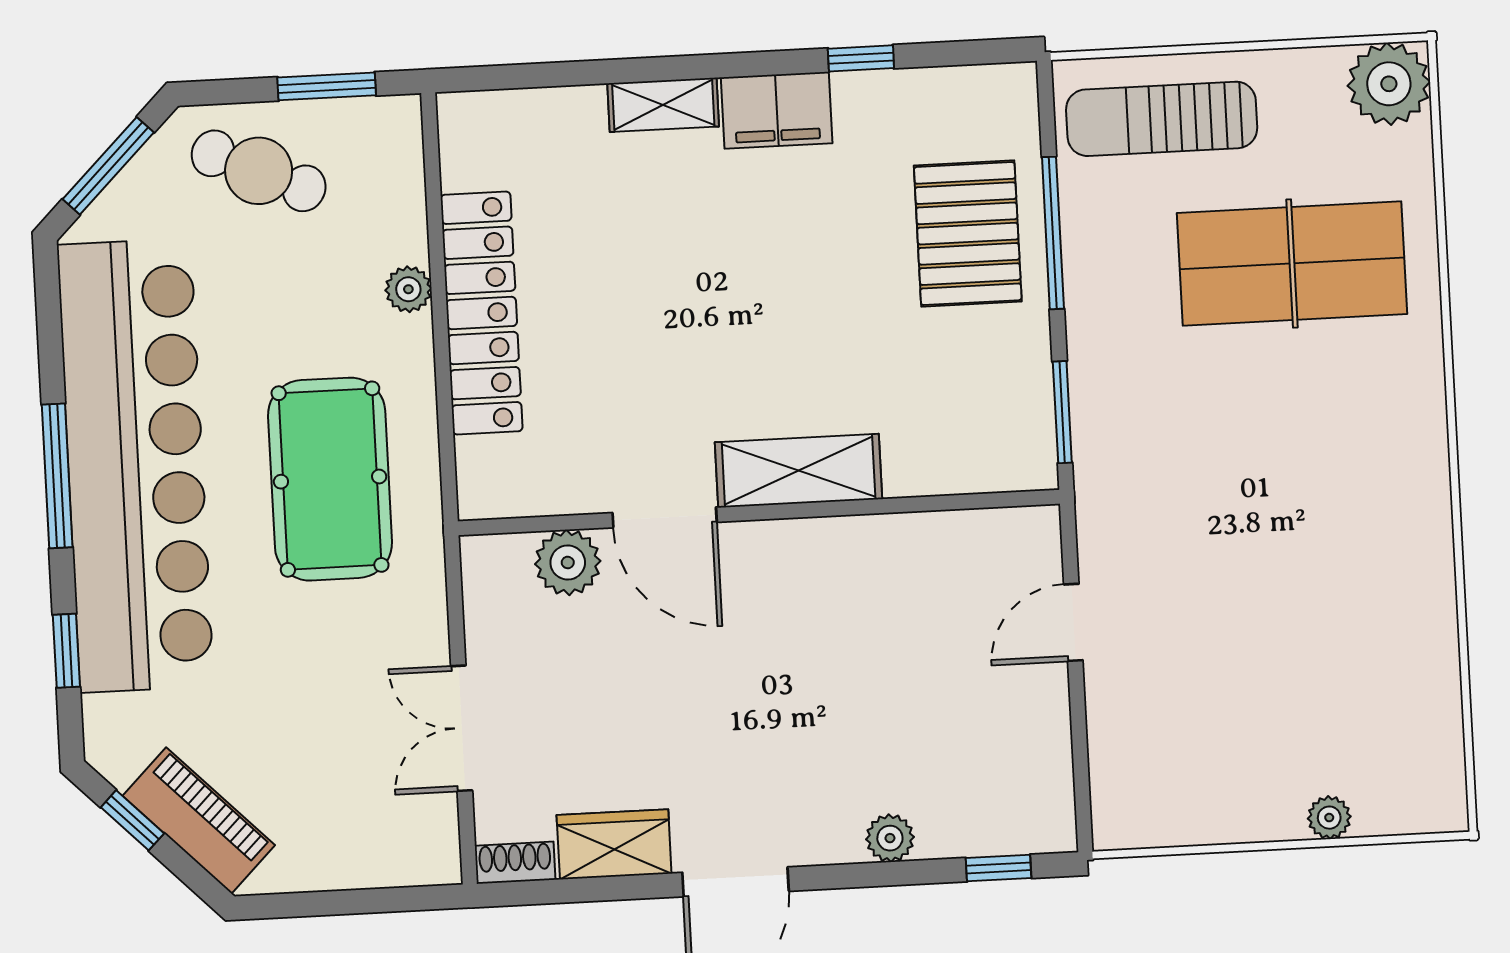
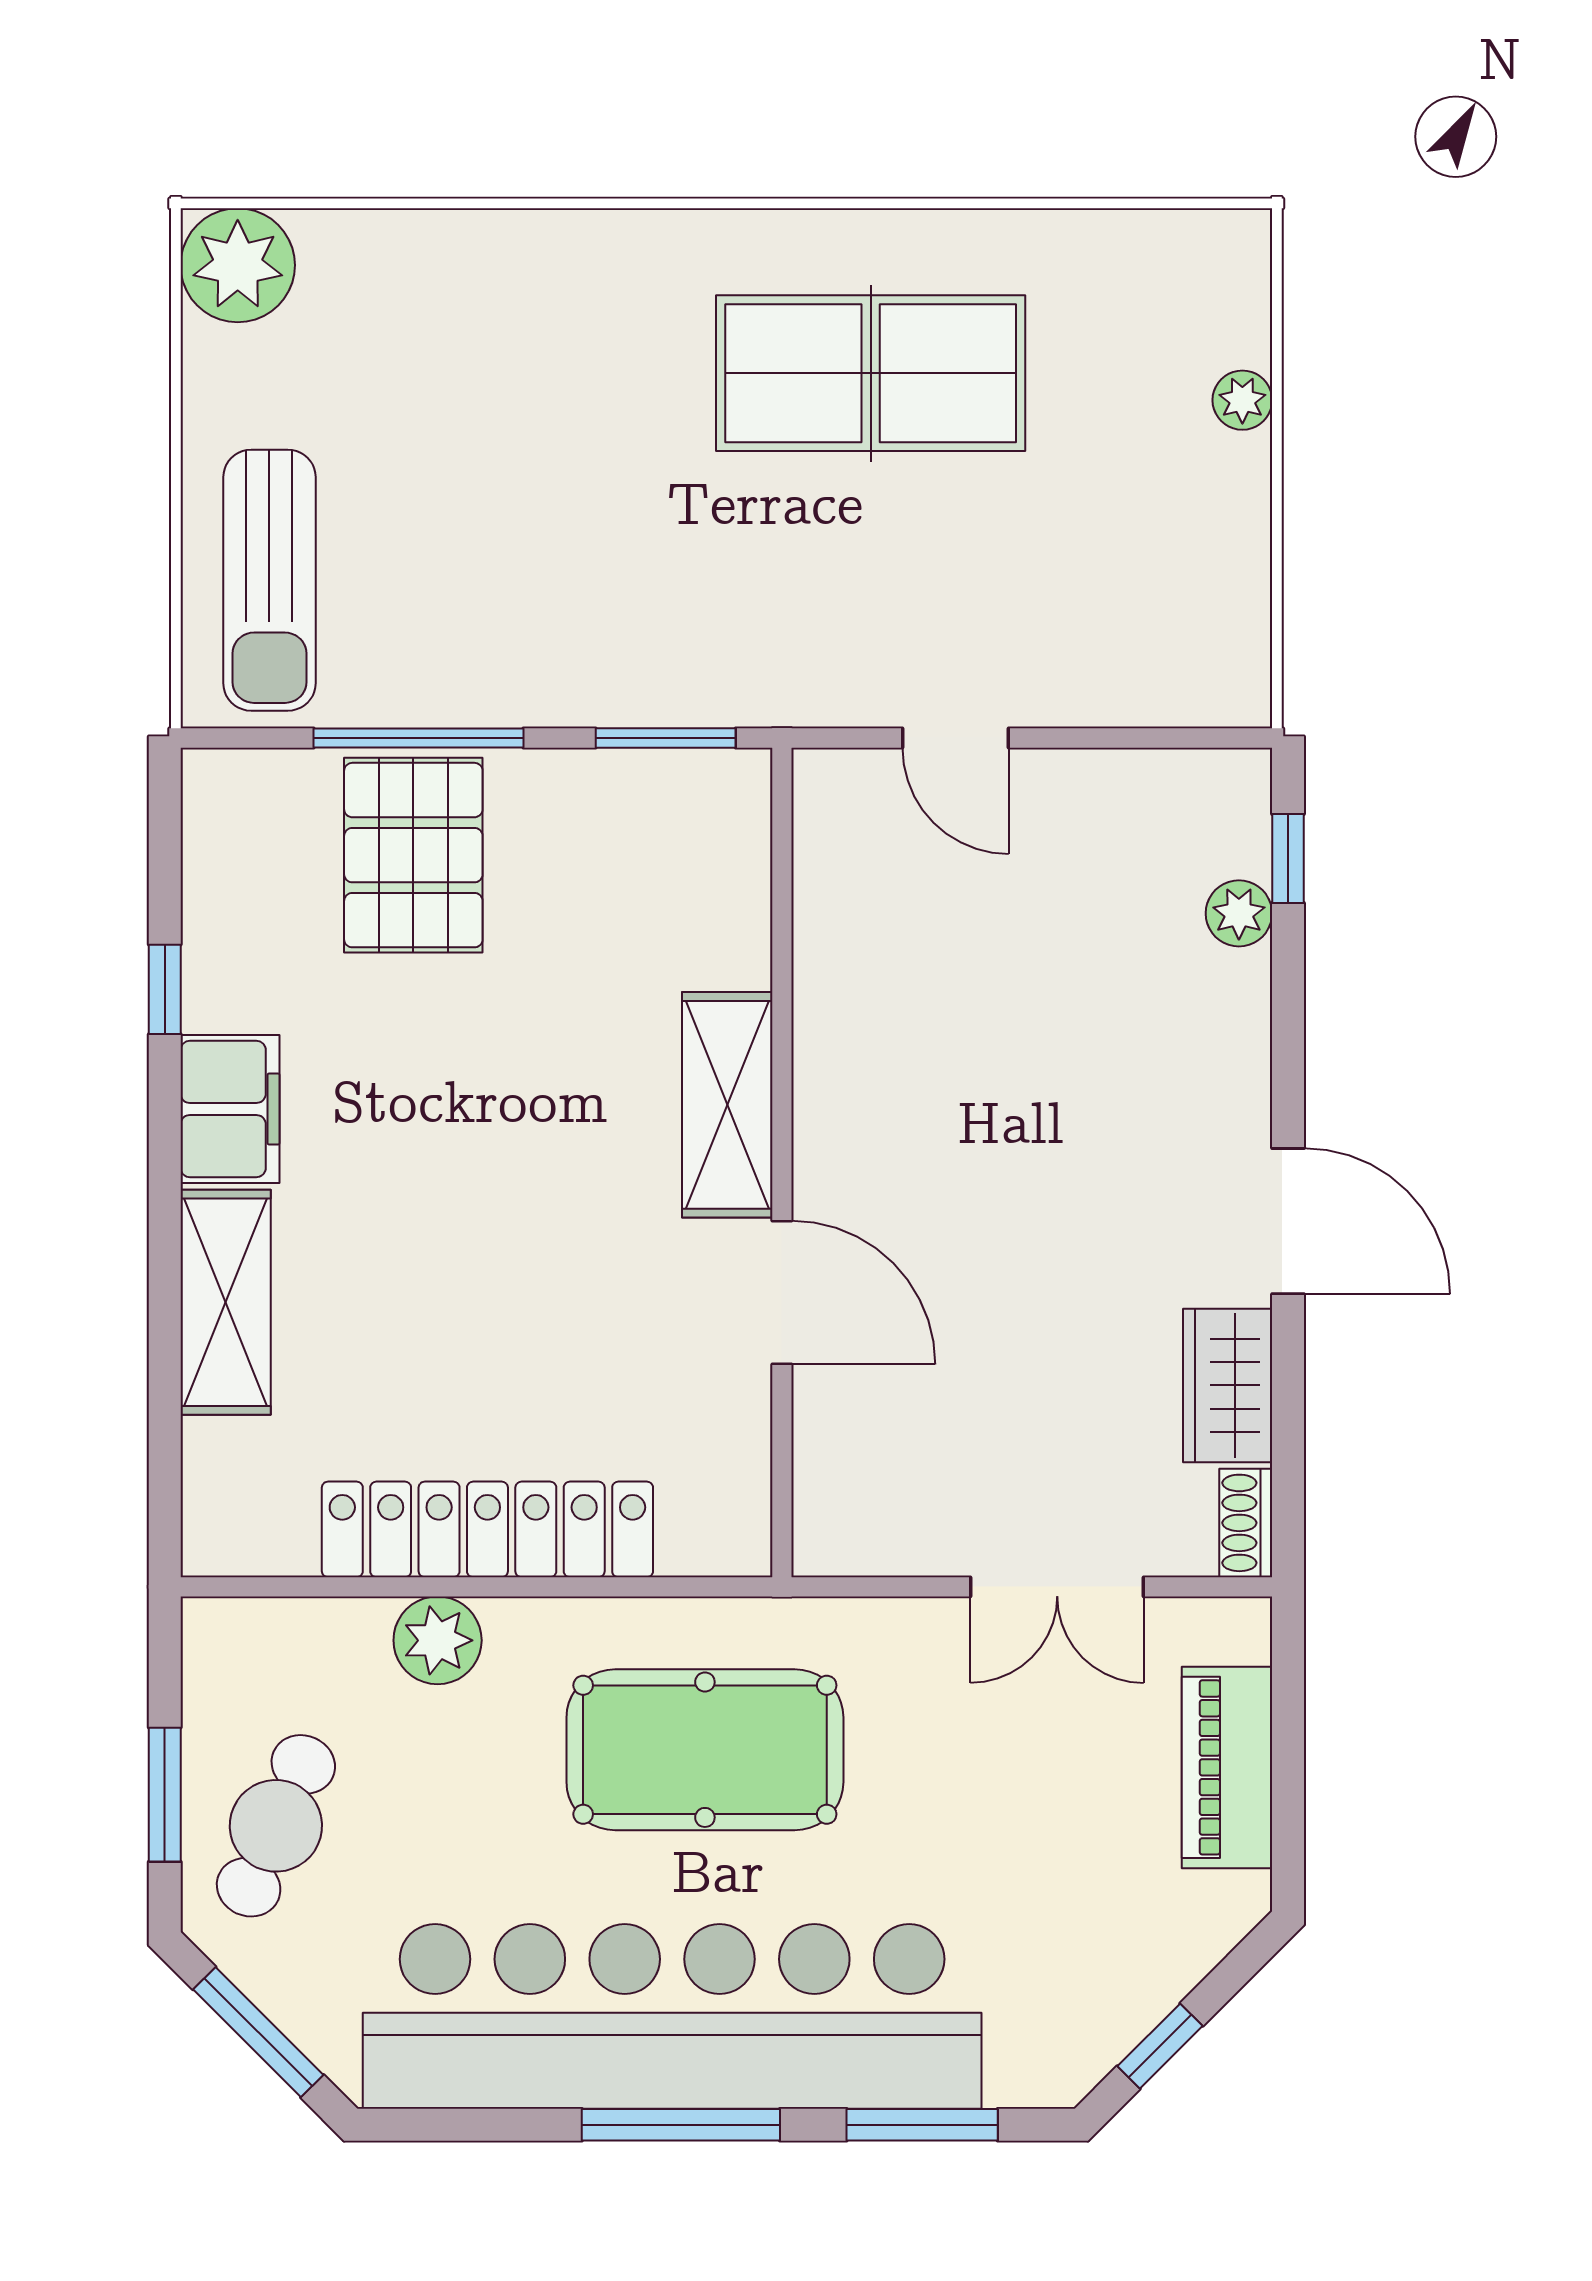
window: (327, 86) -> (165, 1795), moved
shelving: (663, 105) -> (226, 1302), width x1.50, depth x1.33
pallet: (968, 234) -> (413, 855), turned 90
table tennis table: (1292, 263) -> (871, 373), moved, turned 90
plant: (408, 289) -> (438, 1640), width x1.38, depth x1.38
door: (665, 517) -> (782, 1293), hinge flipped
plant: (568, 563) -> (837, 1429), removed
window: (66, 651) -> (922, 2125), width x1.50
piano: (199, 820) -> (1227, 1767), moved, turned -45
plant: (890, 838) -> (1239, 913), moved

